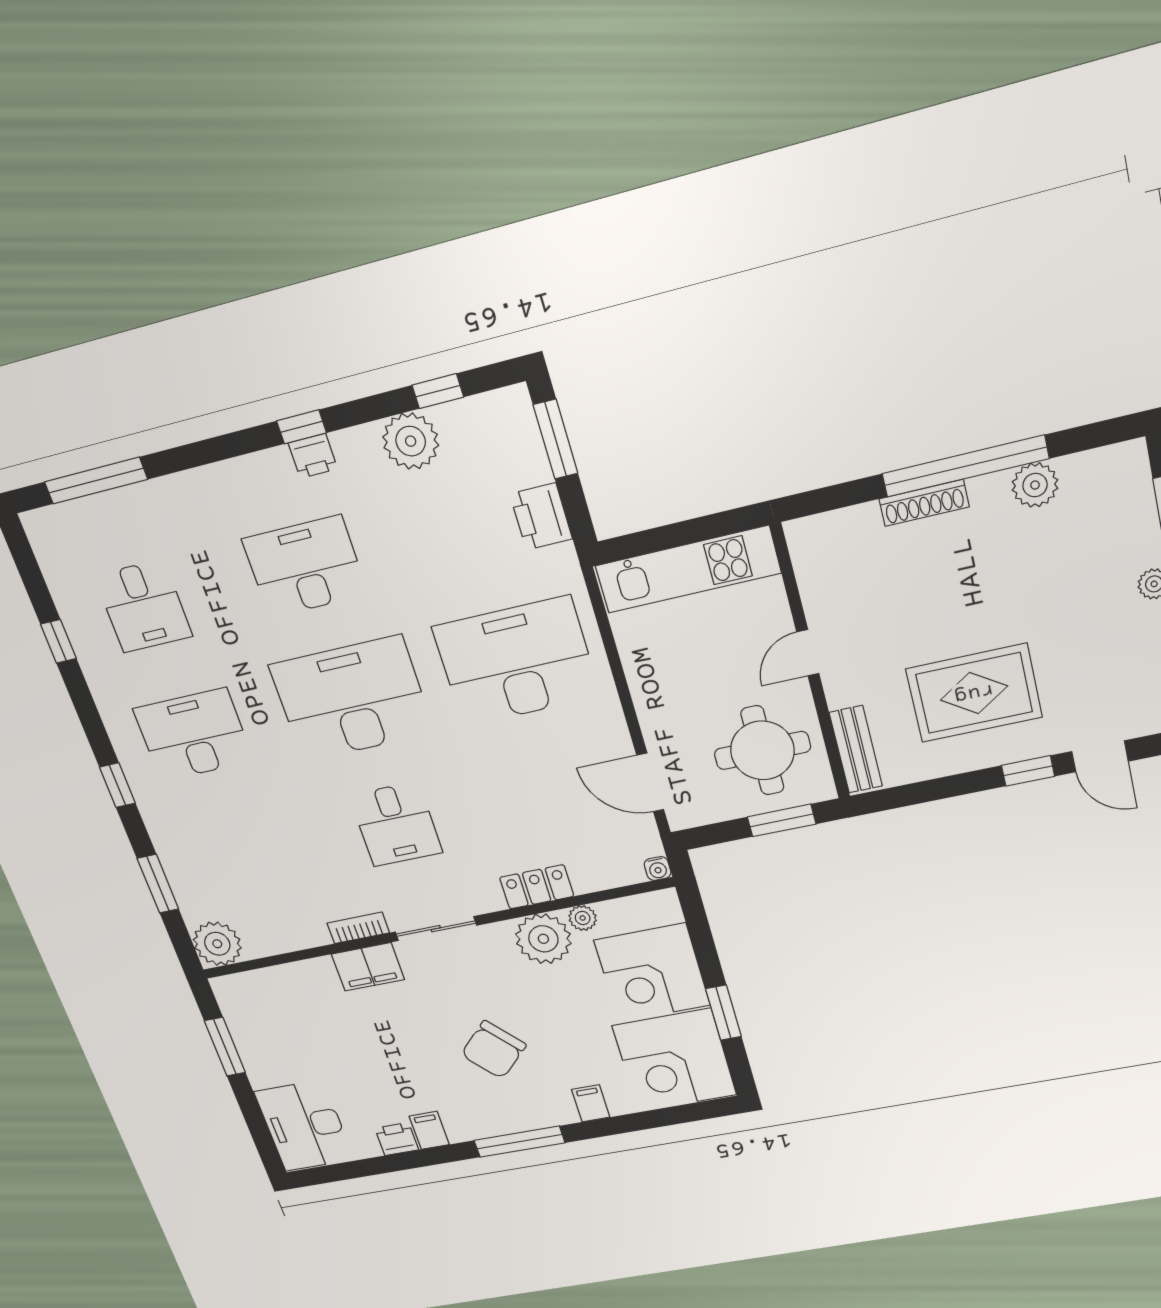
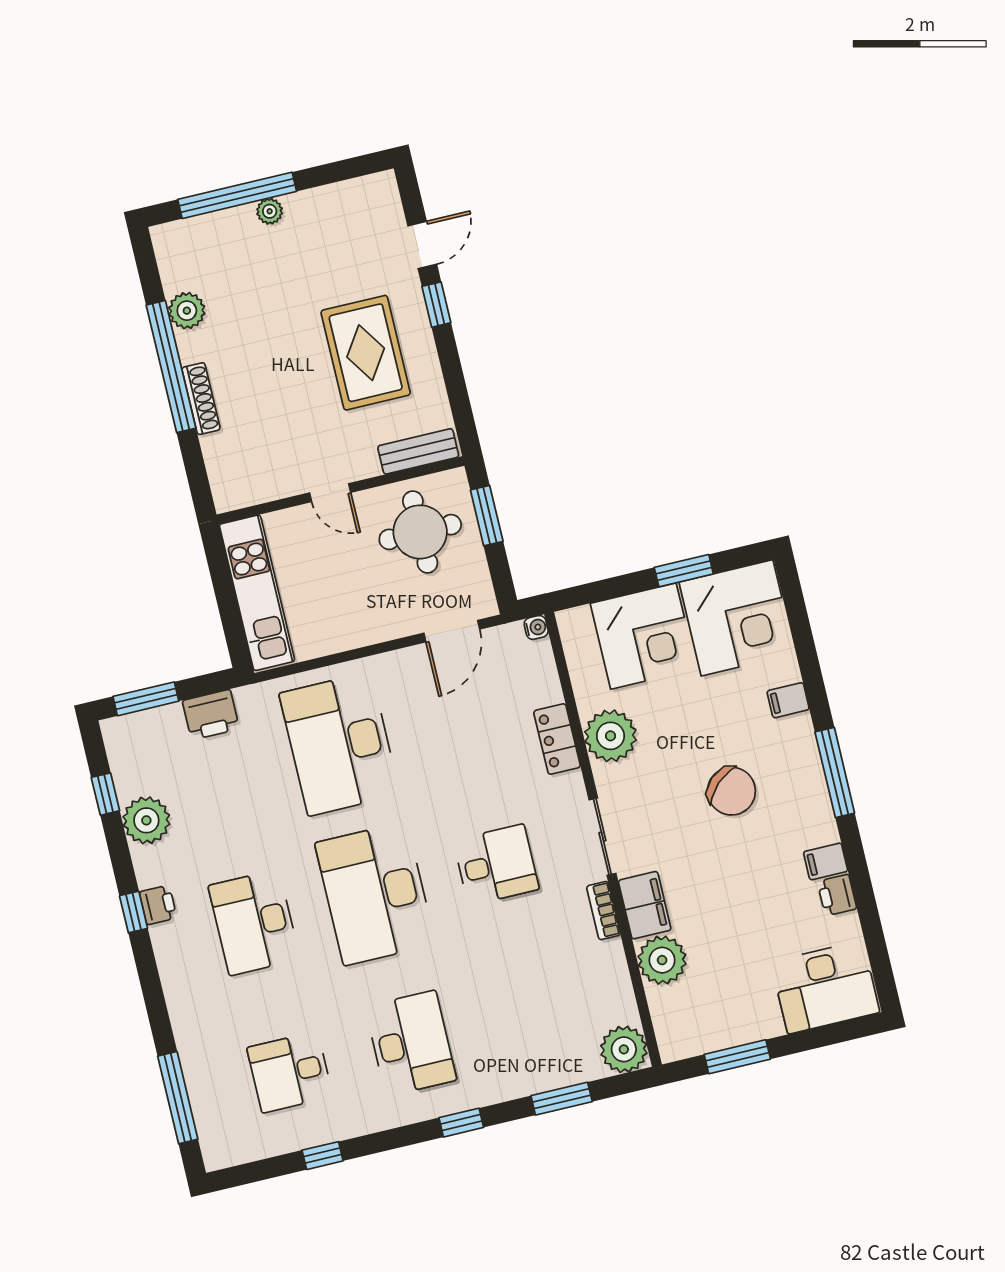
desk: (143, 606) -> (290, 1072), turned 180
desk: (194, 735) -> (411, 1043), turned 180
plant: (583, 918) -> (662, 960), moved, width x1.88, depth x1.88

